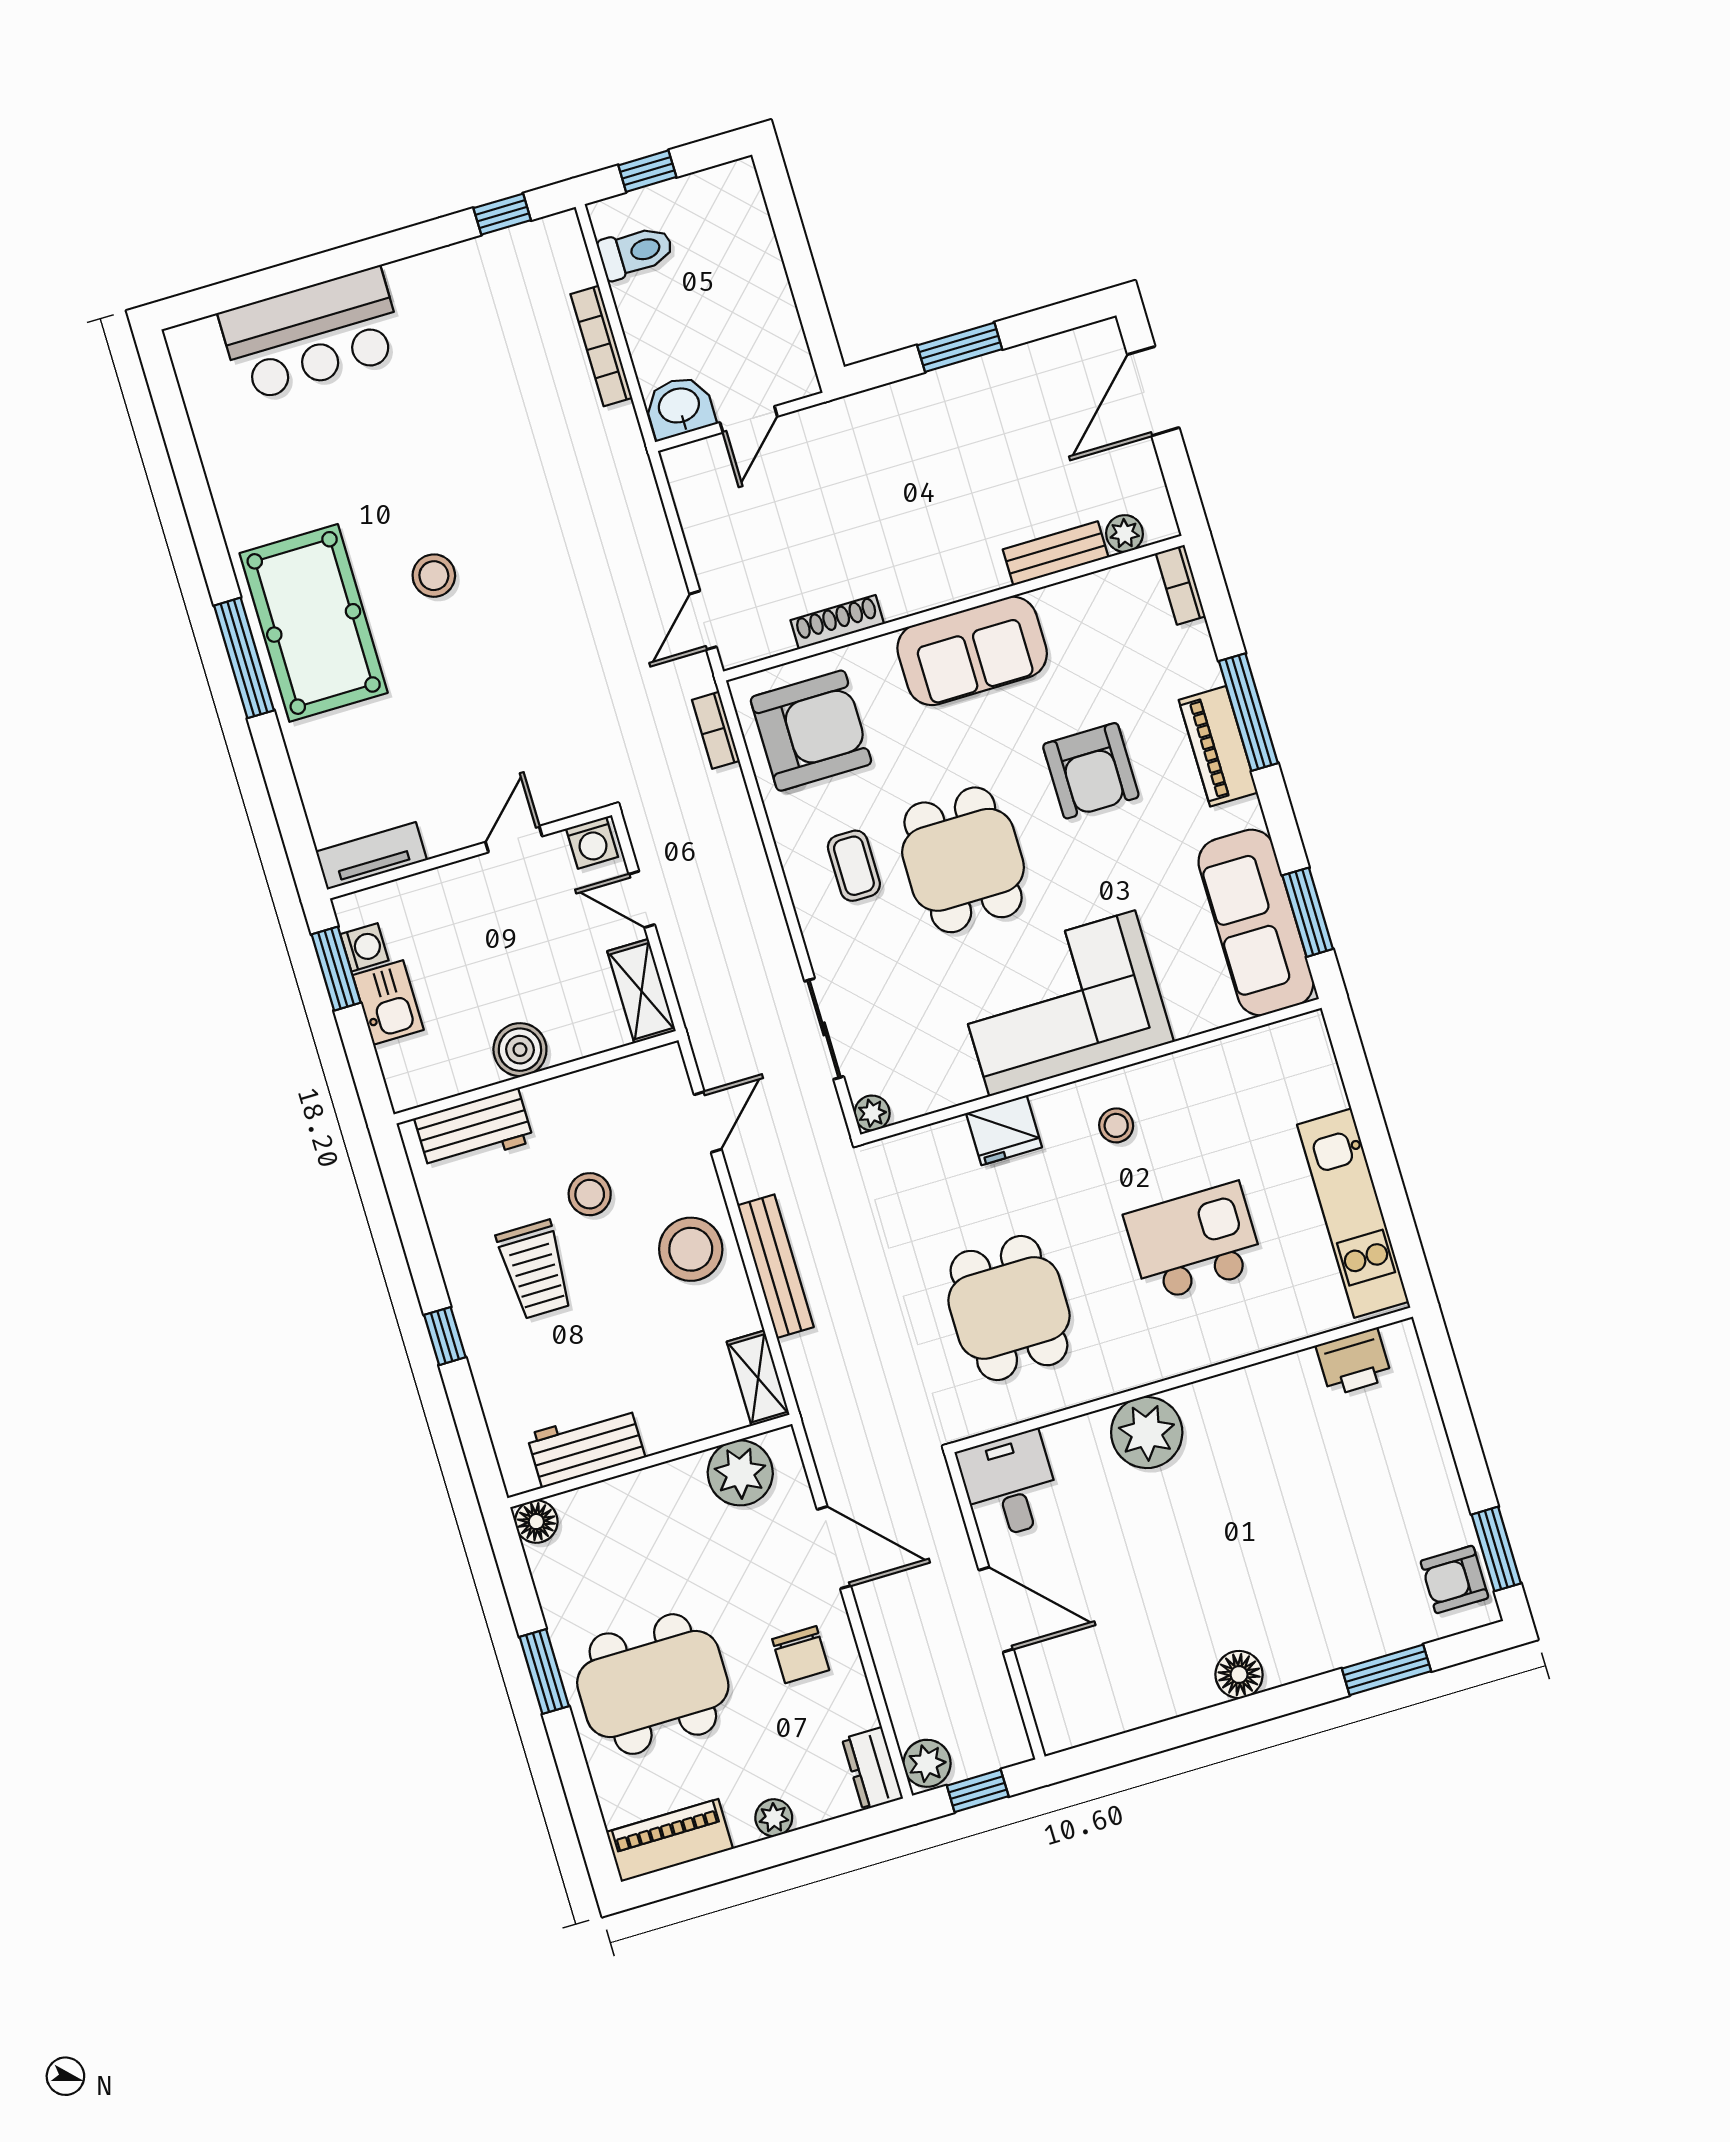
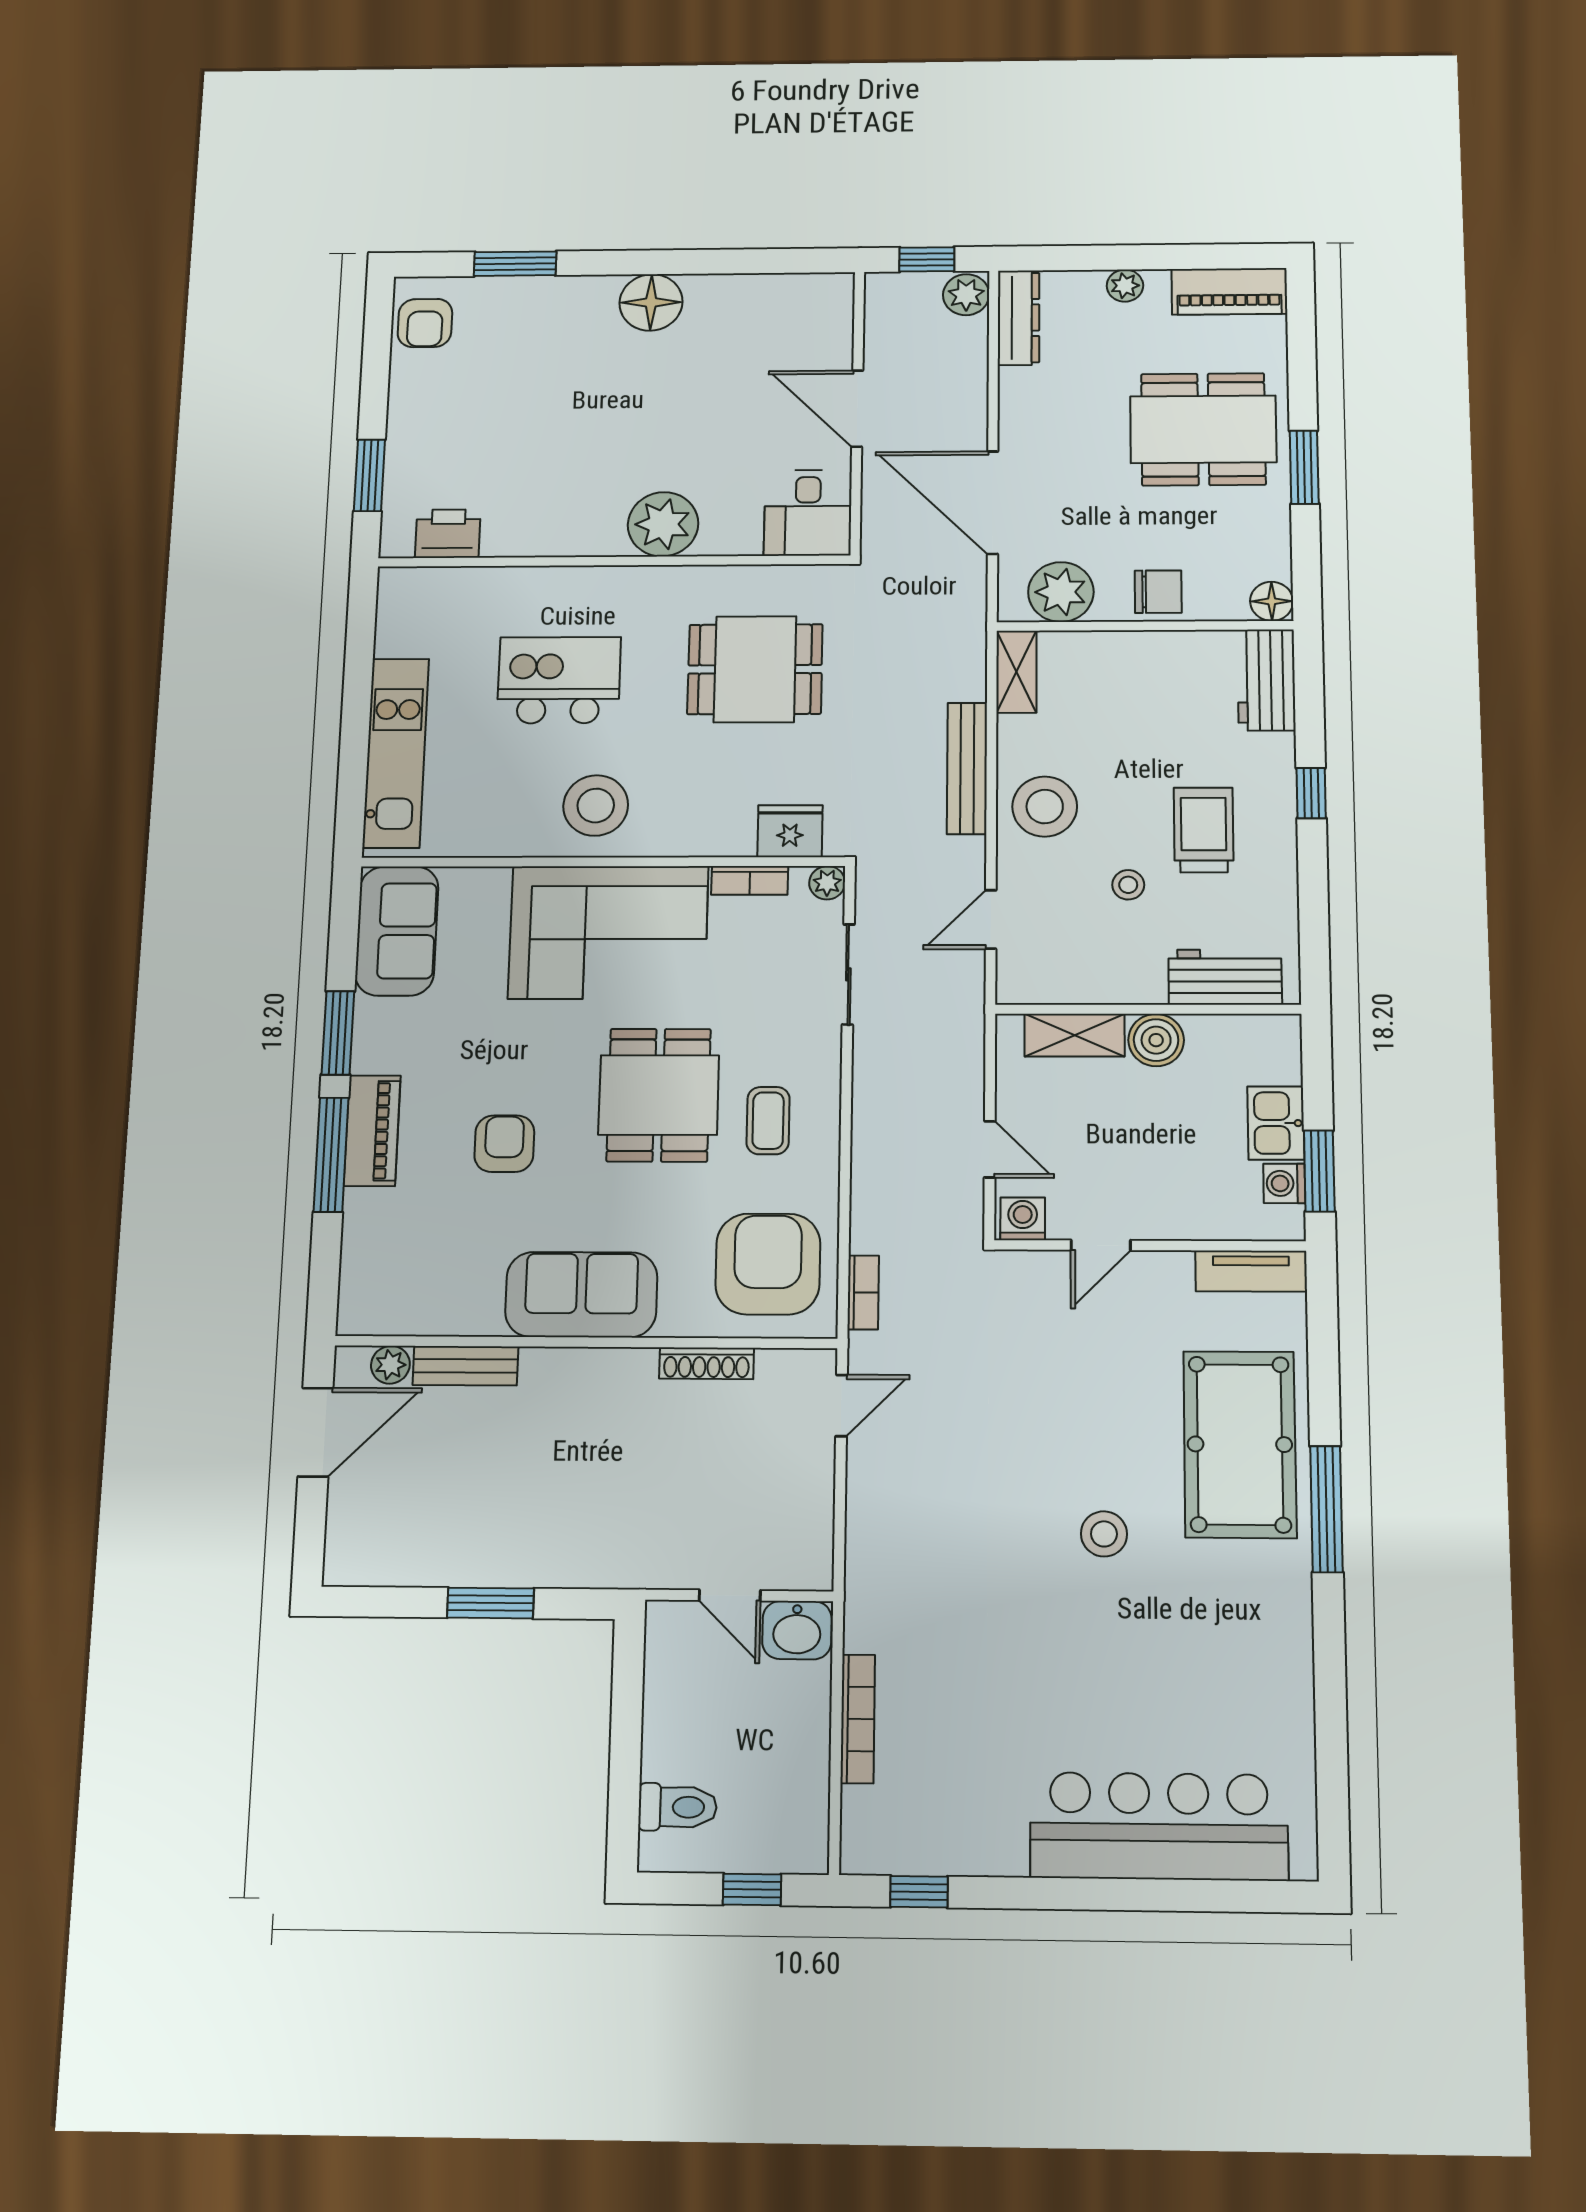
toilet: (636, 252) -> (678, 1807), moved, turned 180
bar counter: (312, 334) -> (1159, 1826), width x1.36
door: (1153, 391) -> (315, 1432), moved
door: (749, 419) -> (730, 1595), swing flipped
bookcase: (1181, 585) -> (750, 880), moved, turned 90
pool table: (314, 623) -> (1240, 1444), moved
armchair: (811, 731) -> (768, 1264), turned 90
armchair: (1091, 771) -> (504, 1144), width x0.72, depth x0.72
window: (1308, 912) -> (338, 1033), moved
sofa: (1256, 922) -> (397, 931), width x0.73
shelving: (642, 991) -> (1075, 1035), moved, turned 90
stool: (1116, 1125) -> (596, 806), width x1.89, depth x1.89
fridge: (1004, 1130) -> (790, 831), moved
stool: (590, 1194) -> (1128, 885), width x0.73, depth x0.73
kitchen unit: (1353, 1213) -> (396, 753), moved
kitchen island: (1194, 1242) -> (559, 680), turned 180
dining table: (1009, 1308) -> (755, 669), turned 90
workbench: (586, 1446) -> (1266, 680), moved, turned 90
door: (834, 1548) -> (993, 503), width x1.36
window: (1496, 1549) -> (369, 475), moved
armchair: (1454, 1580) -> (425, 323), turned 90
chair: (801, 1655) -> (1158, 592), moved, turned 90
floor lamp: (1239, 1675) -> (651, 302), width x1.38, depth x1.38
dresser: (873, 1769) -> (1019, 318), width x1.44

